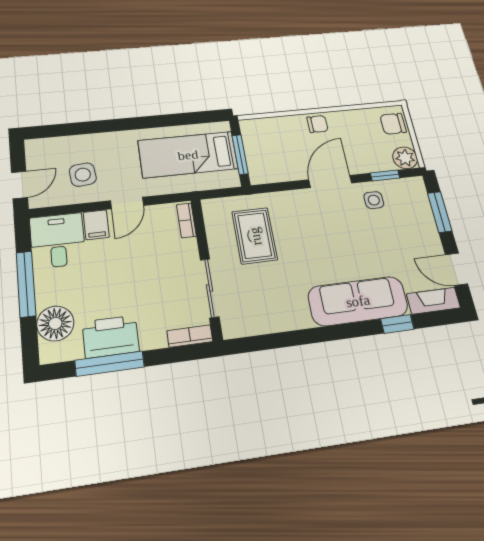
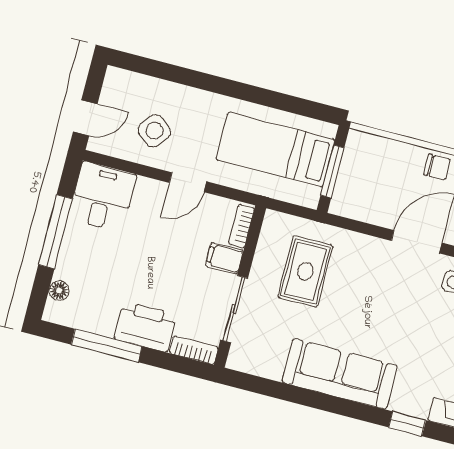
side table: (83, 175) -> (154, 131), turned 45
filing cabinet: (96, 225) -> (224, 258), moved, turned 90
sofa: (358, 301) -> (340, 374), moved
floor lamp: (55, 323) -> (59, 291), width x0.53, depth x0.53
printer: (111, 337) -> (145, 327), moved

